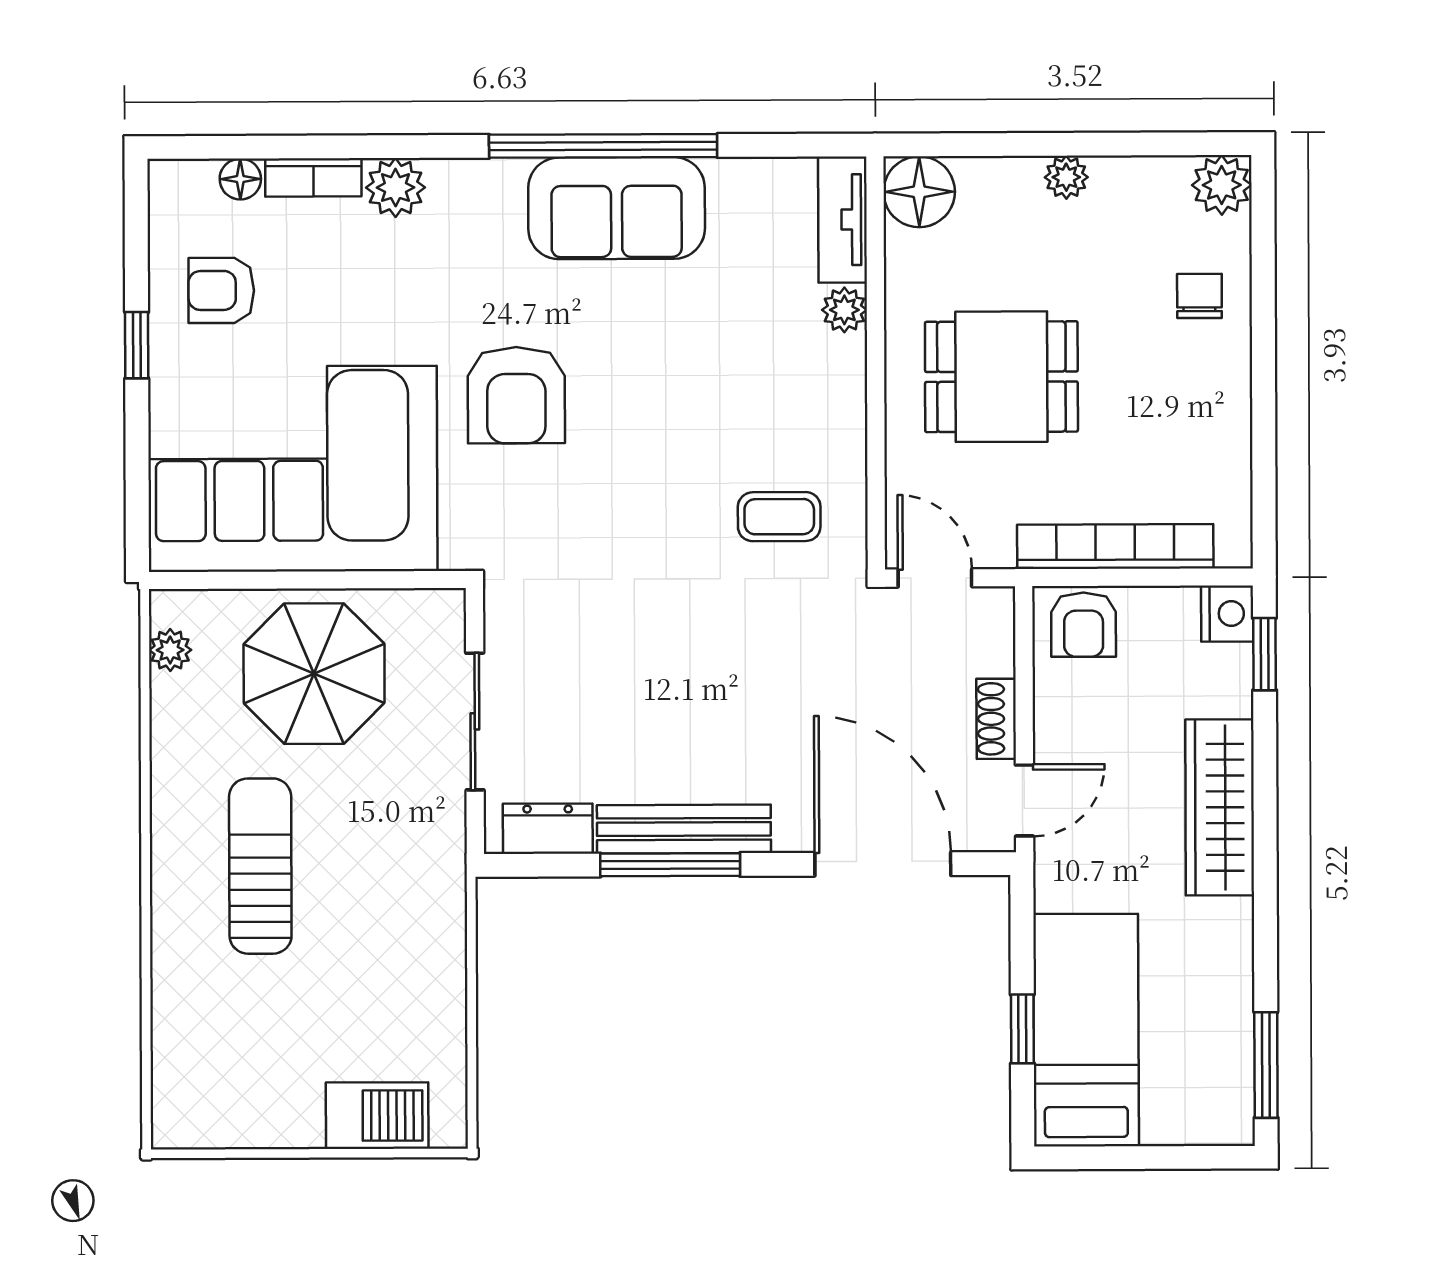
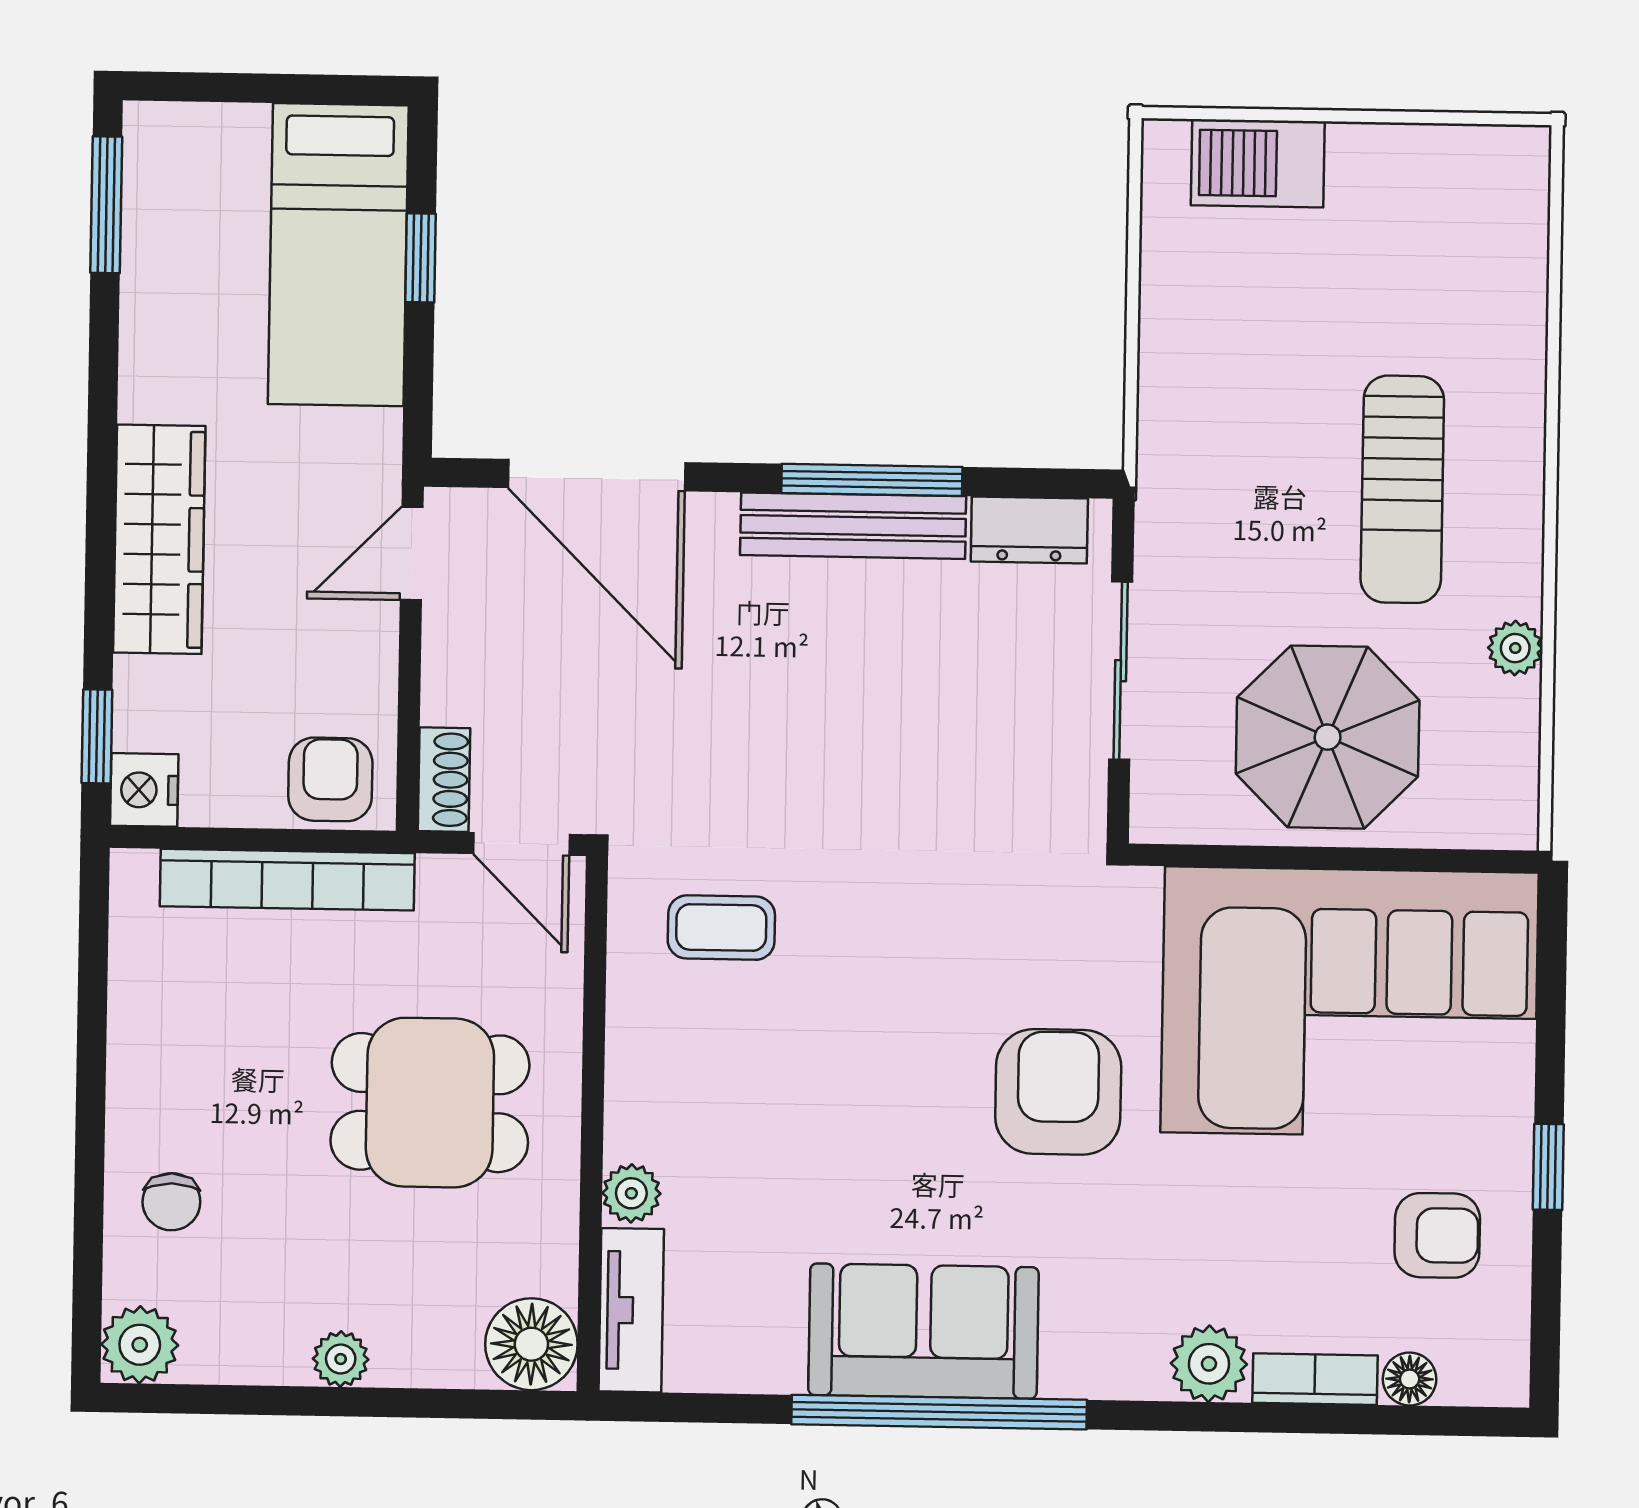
plant: (170, 650) -> (1515, 648), moved
shoe rack: (996, 719) -> (444, 780), moved

